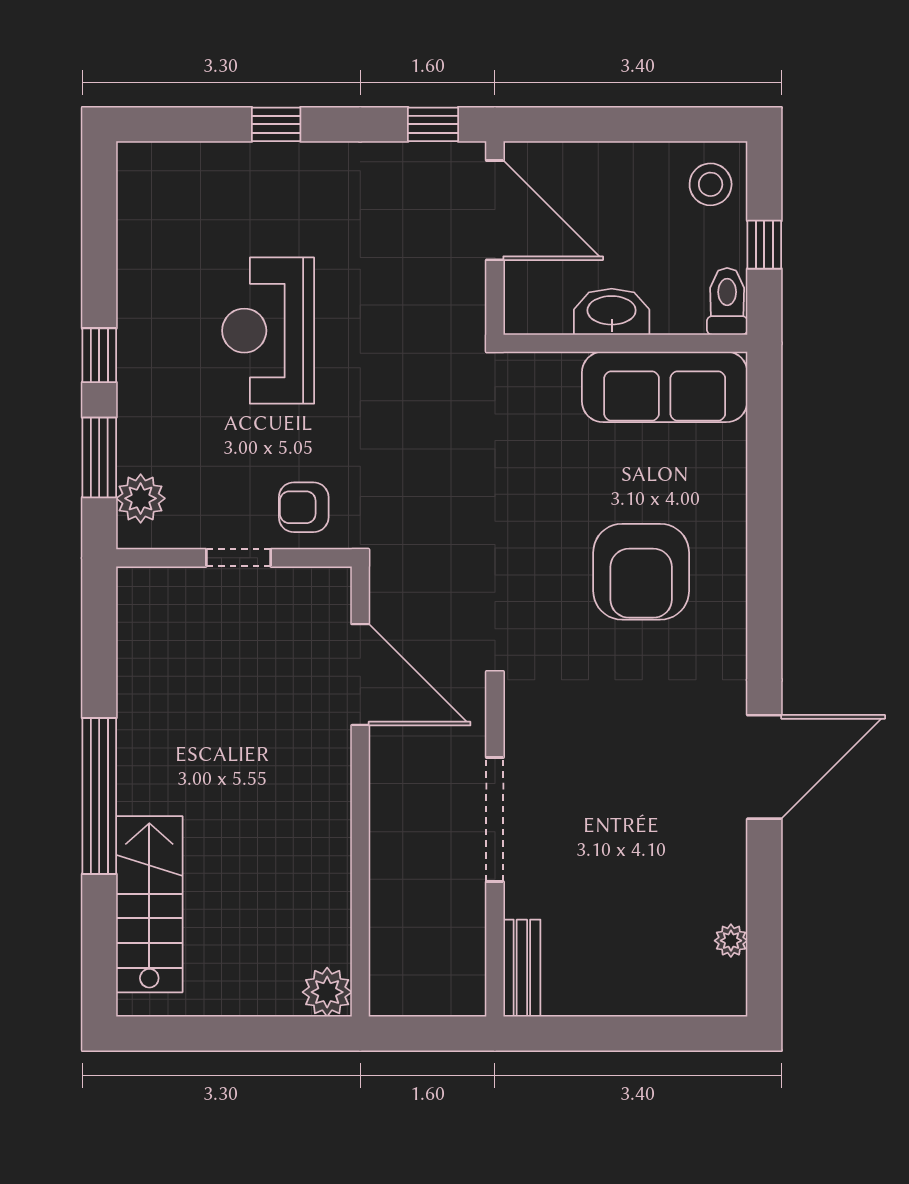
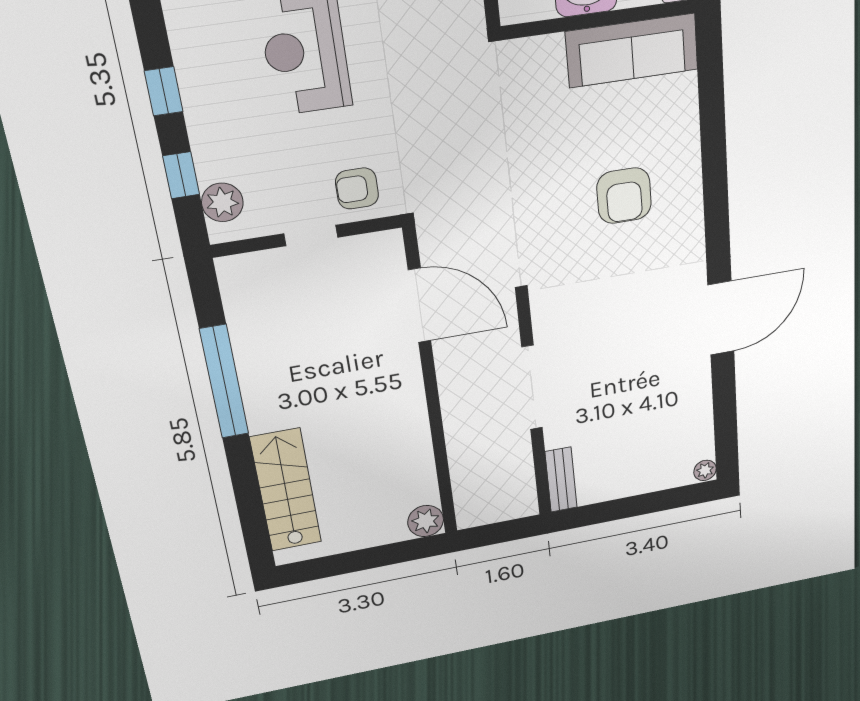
window: (99, 457) -> (181, 175), width x0.67
armchair: (641, 572) -> (624, 196), width x0.73, depth x0.73
window: (99, 796) -> (224, 382), moved
plant: (731, 941) -> (705, 470), moved

